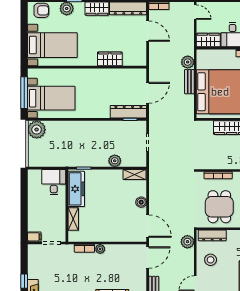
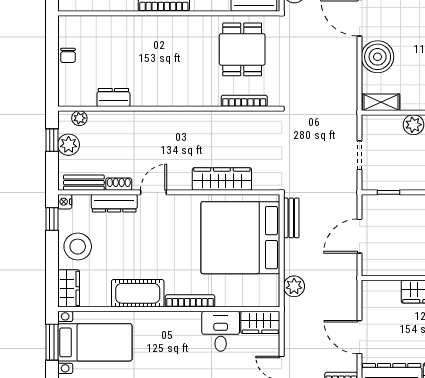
bench: (189, 82) -> (291, 218), moved
dresser: (128, 112) -> (391, 205), removed
boiler: (141, 202) -> (378, 57), width x1.86, depth x1.86

